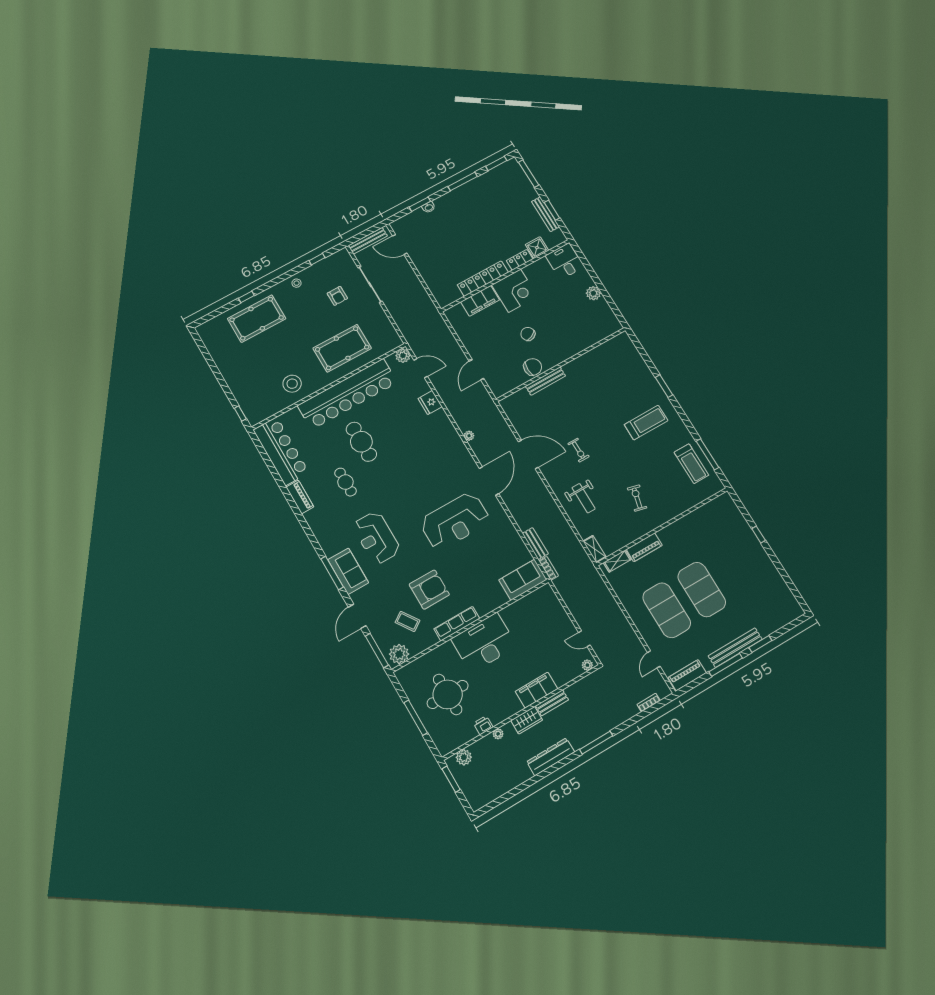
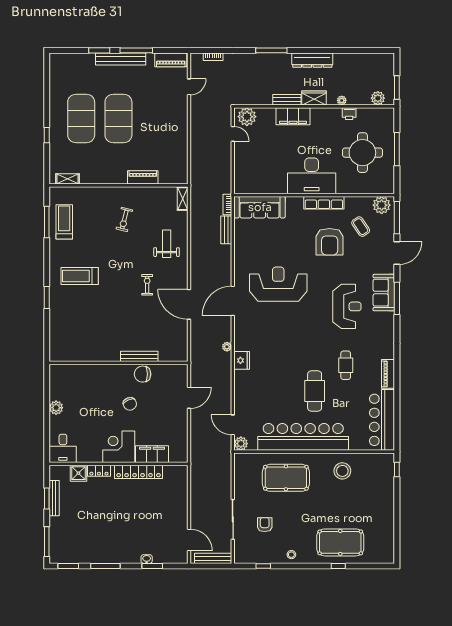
fridge: (430, 403) -> (242, 360), moved
shelving: (617, 561) -> (68, 179), moved
sofa: (523, 580) -> (260, 207), width x1.36
armchair: (429, 590) -> (330, 242), turned -90
exercise mat: (667, 610) -> (81, 118), moved
plant: (587, 665) -> (247, 117), width x1.88, depth x1.88

